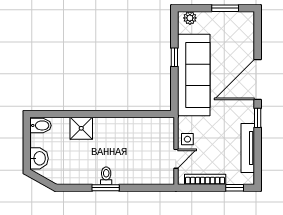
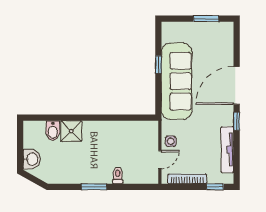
plant: (190, 18) -> (173, 28), removed
bidet: (41, 125) -> (53, 131), moved, turned 90
toilet: (106, 176) -> (118, 176), moved

